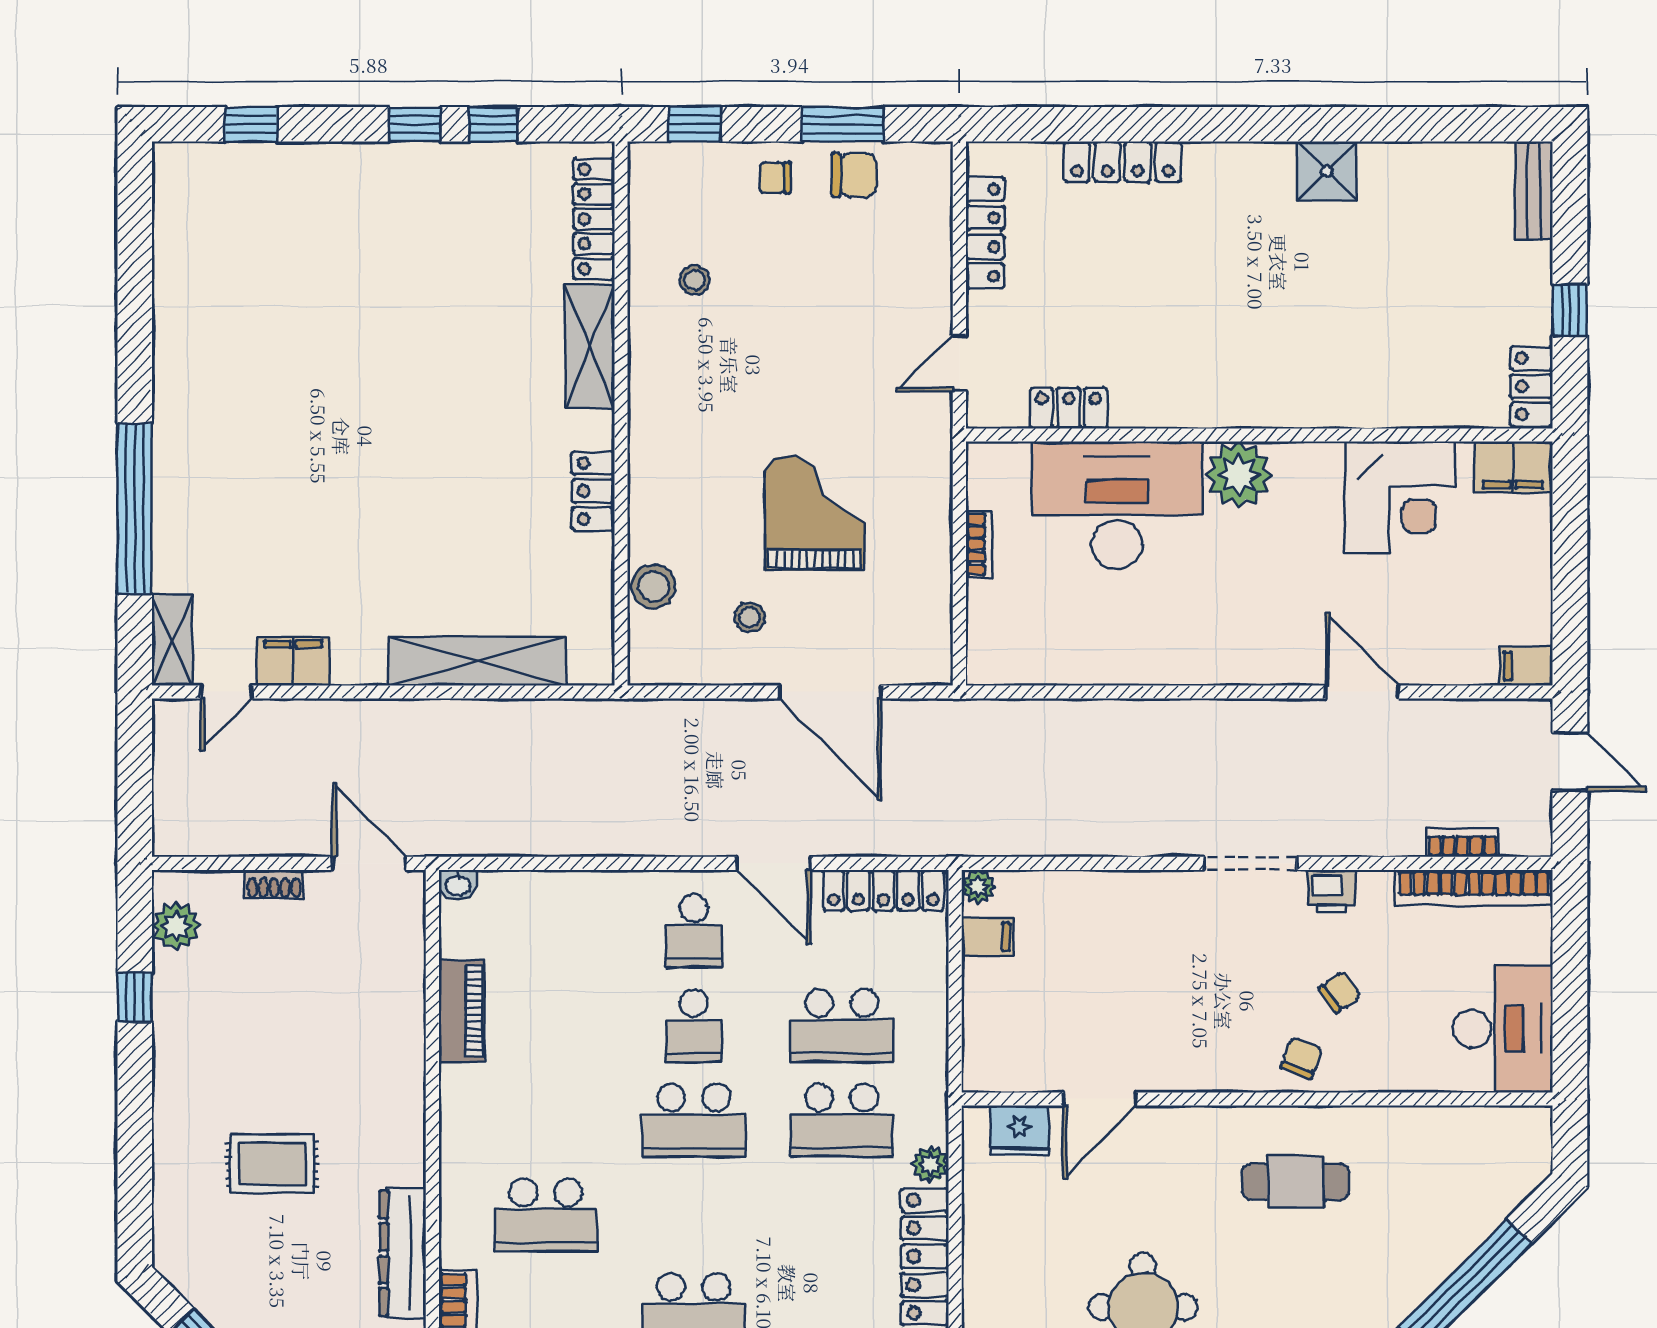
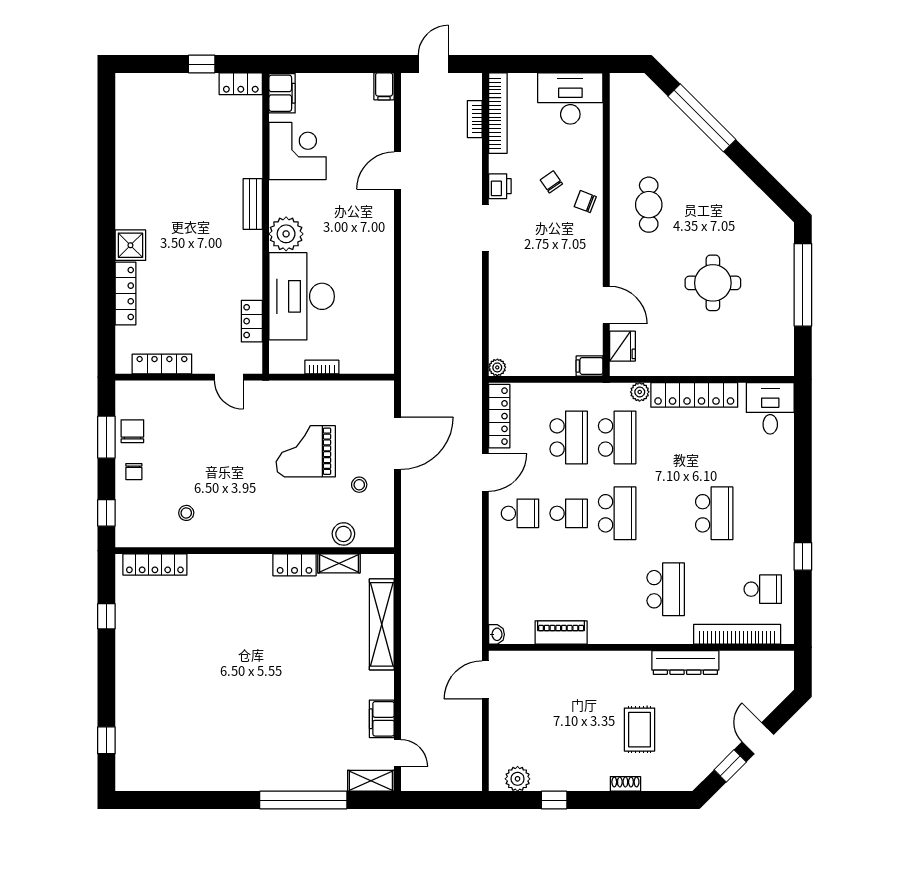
window: (415, 124) -> (106, 656), removed
shower: (1327, 171) -> (130, 245), moved
bench: (1534, 191) -> (253, 204), moved, turned 90
shelving: (590, 346) -> (339, 563), moved, width x0.67, depth x0.75
shoe rack: (274, 884) -> (625, 784), moved, turned -90
filing cabinet: (988, 937) -> (590, 366), moved, turned -90

